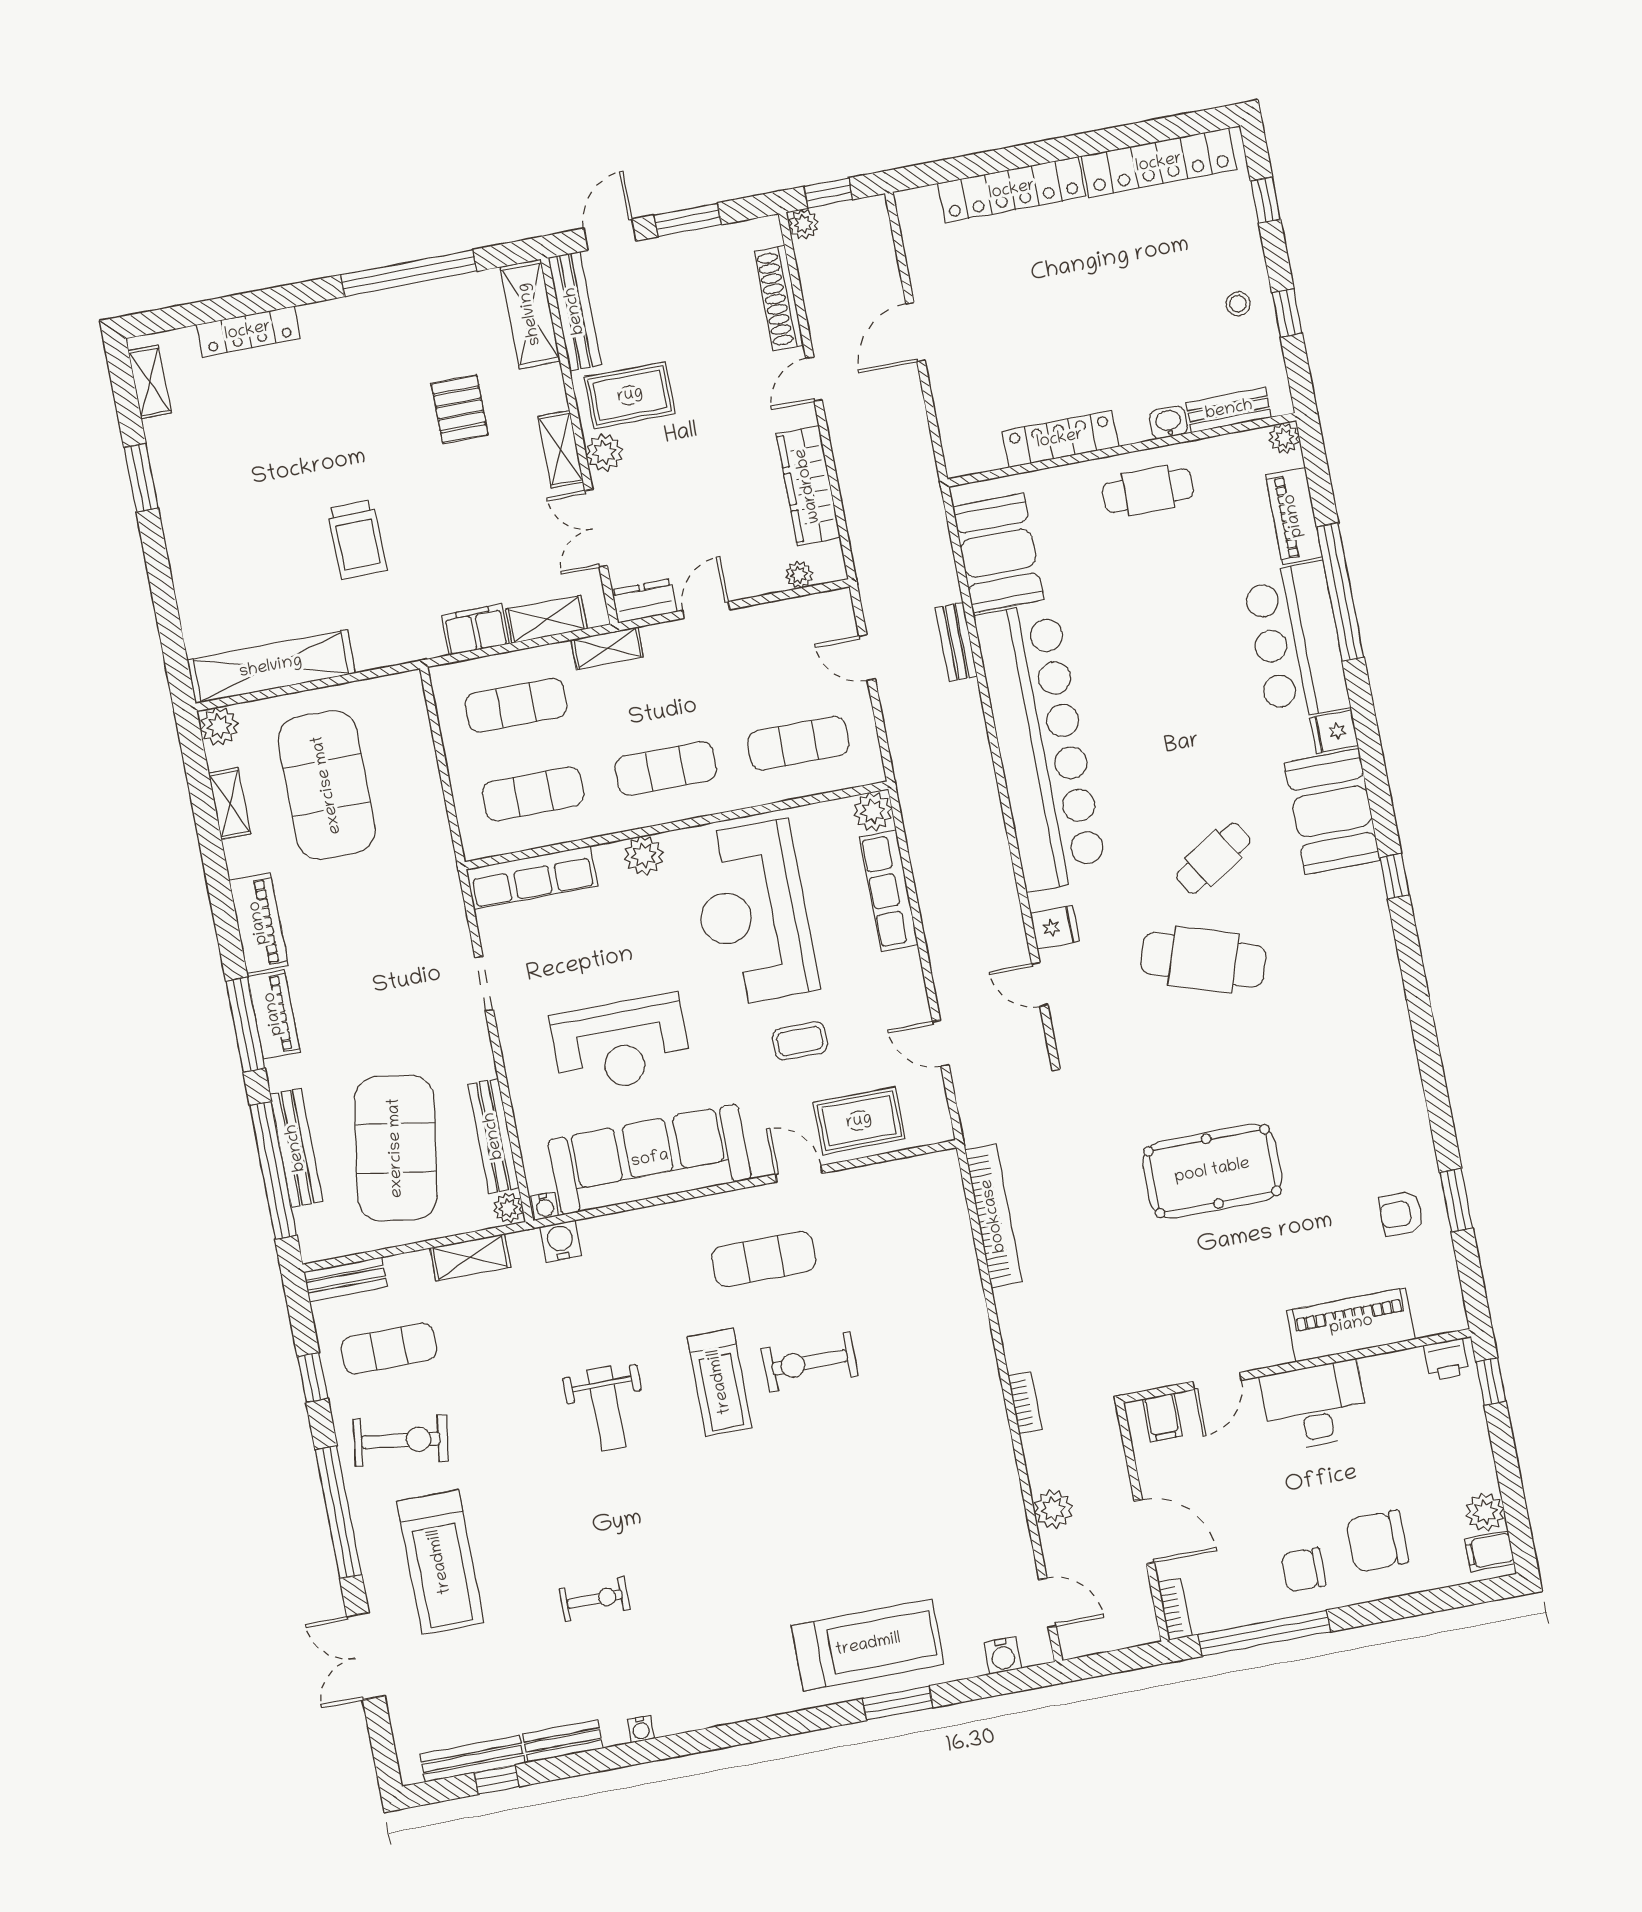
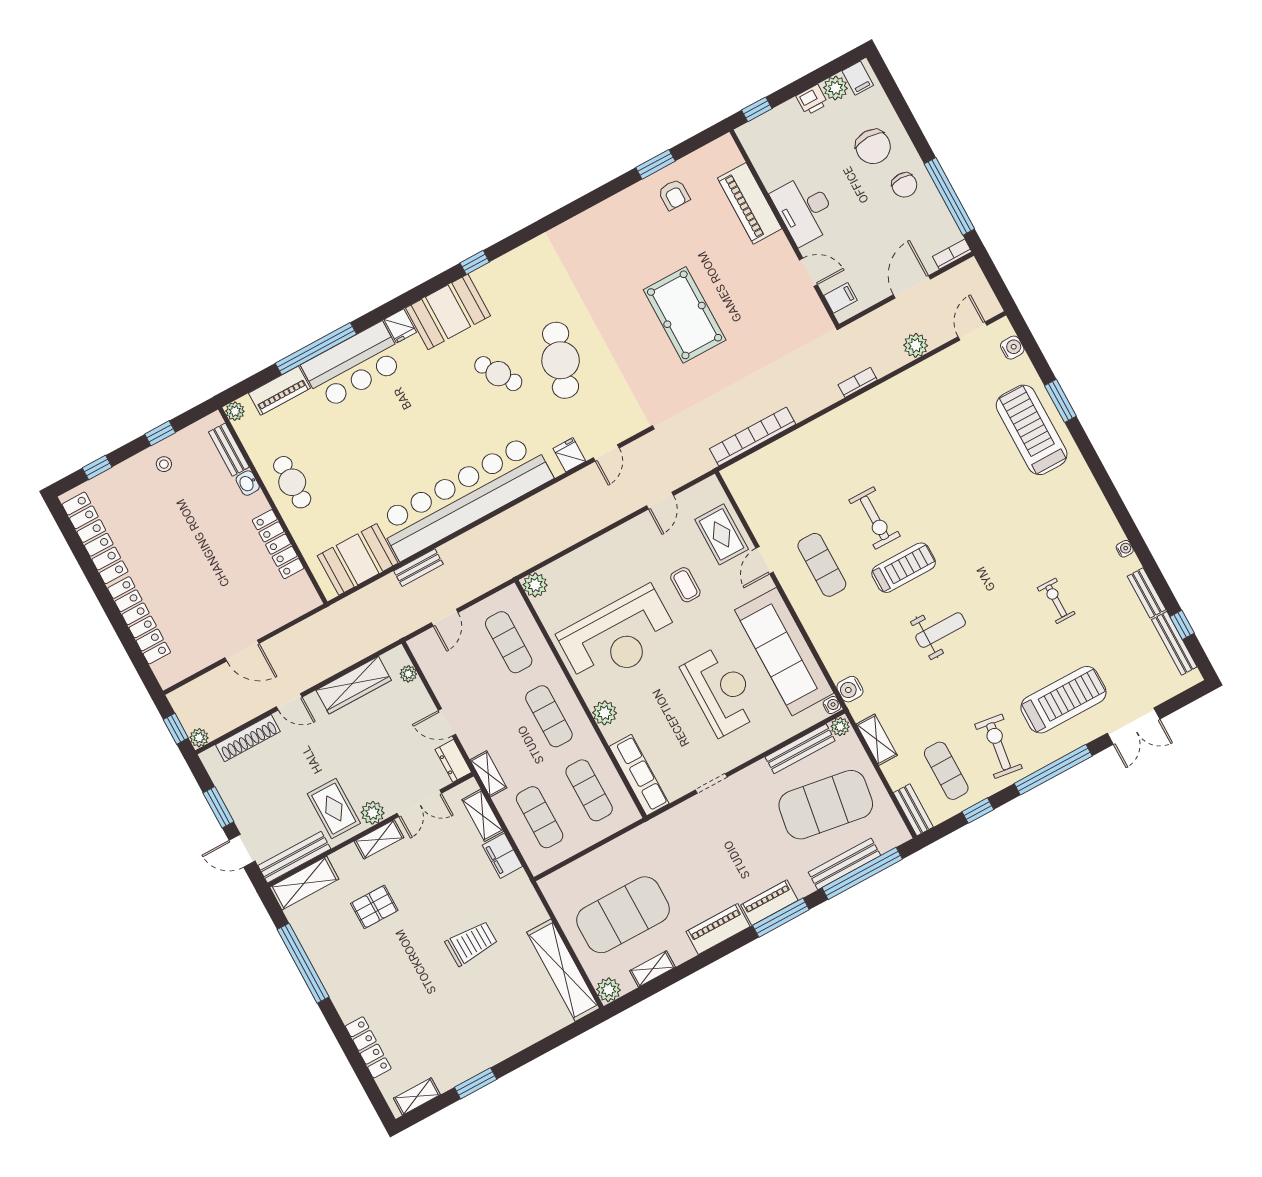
row of seats: (889, 891) -> (579, 560), removed
printer: (1446, 1359) -> (812, 100), moved, turned 90

